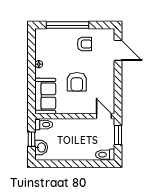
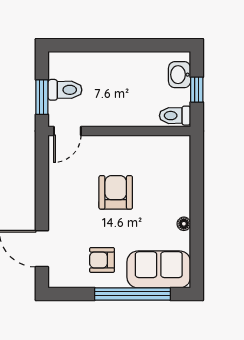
sofa: (45, 96) -> (159, 269), moved, turned 90
door: (104, 116) -> (67, 131), hinge flipped
toilet: (105, 155) -> (65, 90), moved

